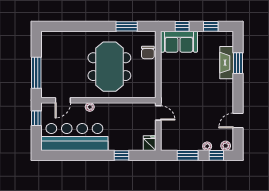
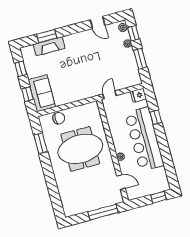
window: (36, 118) -> (158, 197), moved
bar counter: (74, 137) -> (144, 139), moved

